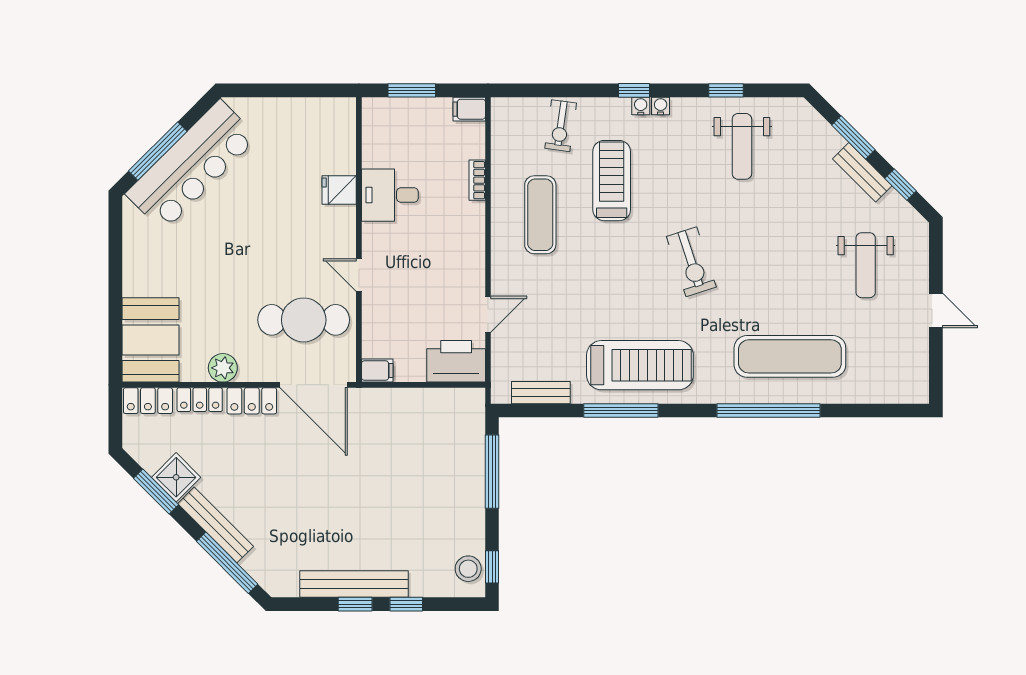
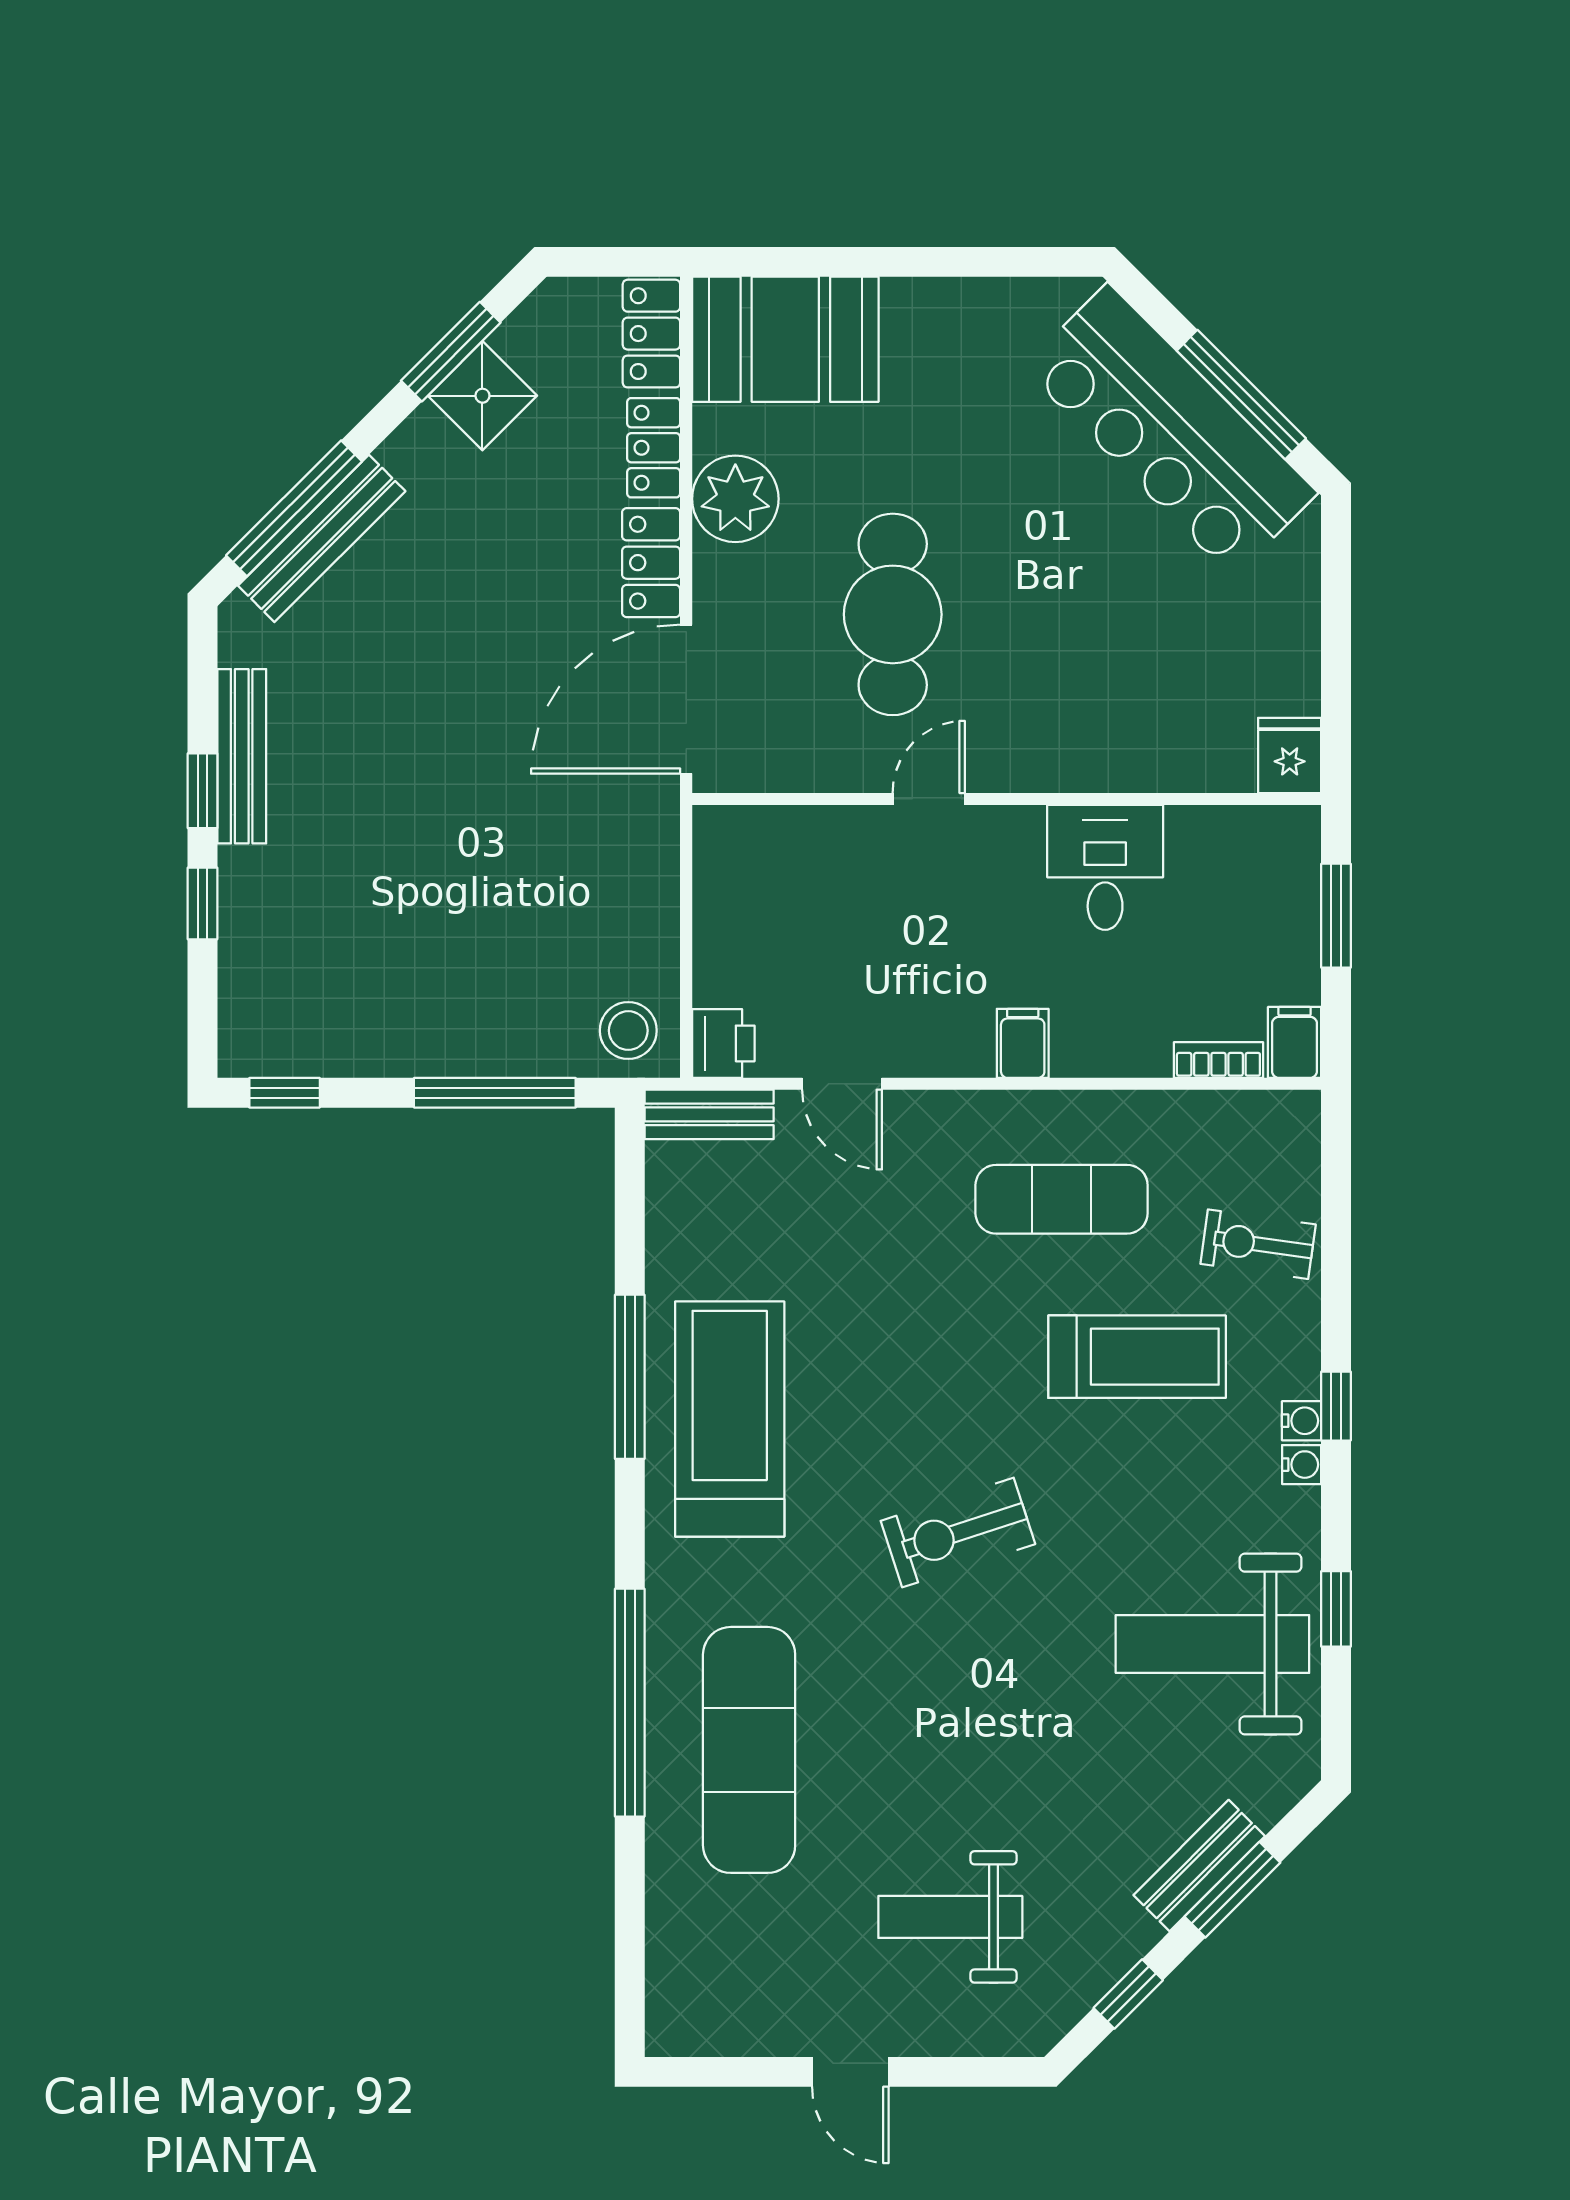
weight bench: (742, 146) -> (1212, 1644), width x1.36, depth x1.33
window: (158, 151) -> (1241, 394), moved
bench: (862, 172) -> (1199, 1866), moved
bookcase: (477, 180) -> (1218, 1060), moved
fridge: (339, 190) -> (1290, 755), moved
door: (936, 311) -> (850, 2072), hinge flipped
cafe table: (304, 320) -> (893, 614), moved
printer: (456, 361) -> (723, 1043), width x0.53, depth x0.68
treadmill: (640, 365) -> (730, 1419), turned 180
plant: (223, 368) -> (735, 499), width x1.36, depth x1.36
filing cabinet: (377, 371) -> (1023, 1043), moved, turned 180
bench: (541, 393) -> (709, 1114), moved, turned 90
bench: (216, 525) -> (322, 538), moved
stool: (468, 569) -> (628, 1031), moved
bench: (354, 584) -> (242, 756), width x0.73, depth x0.82

